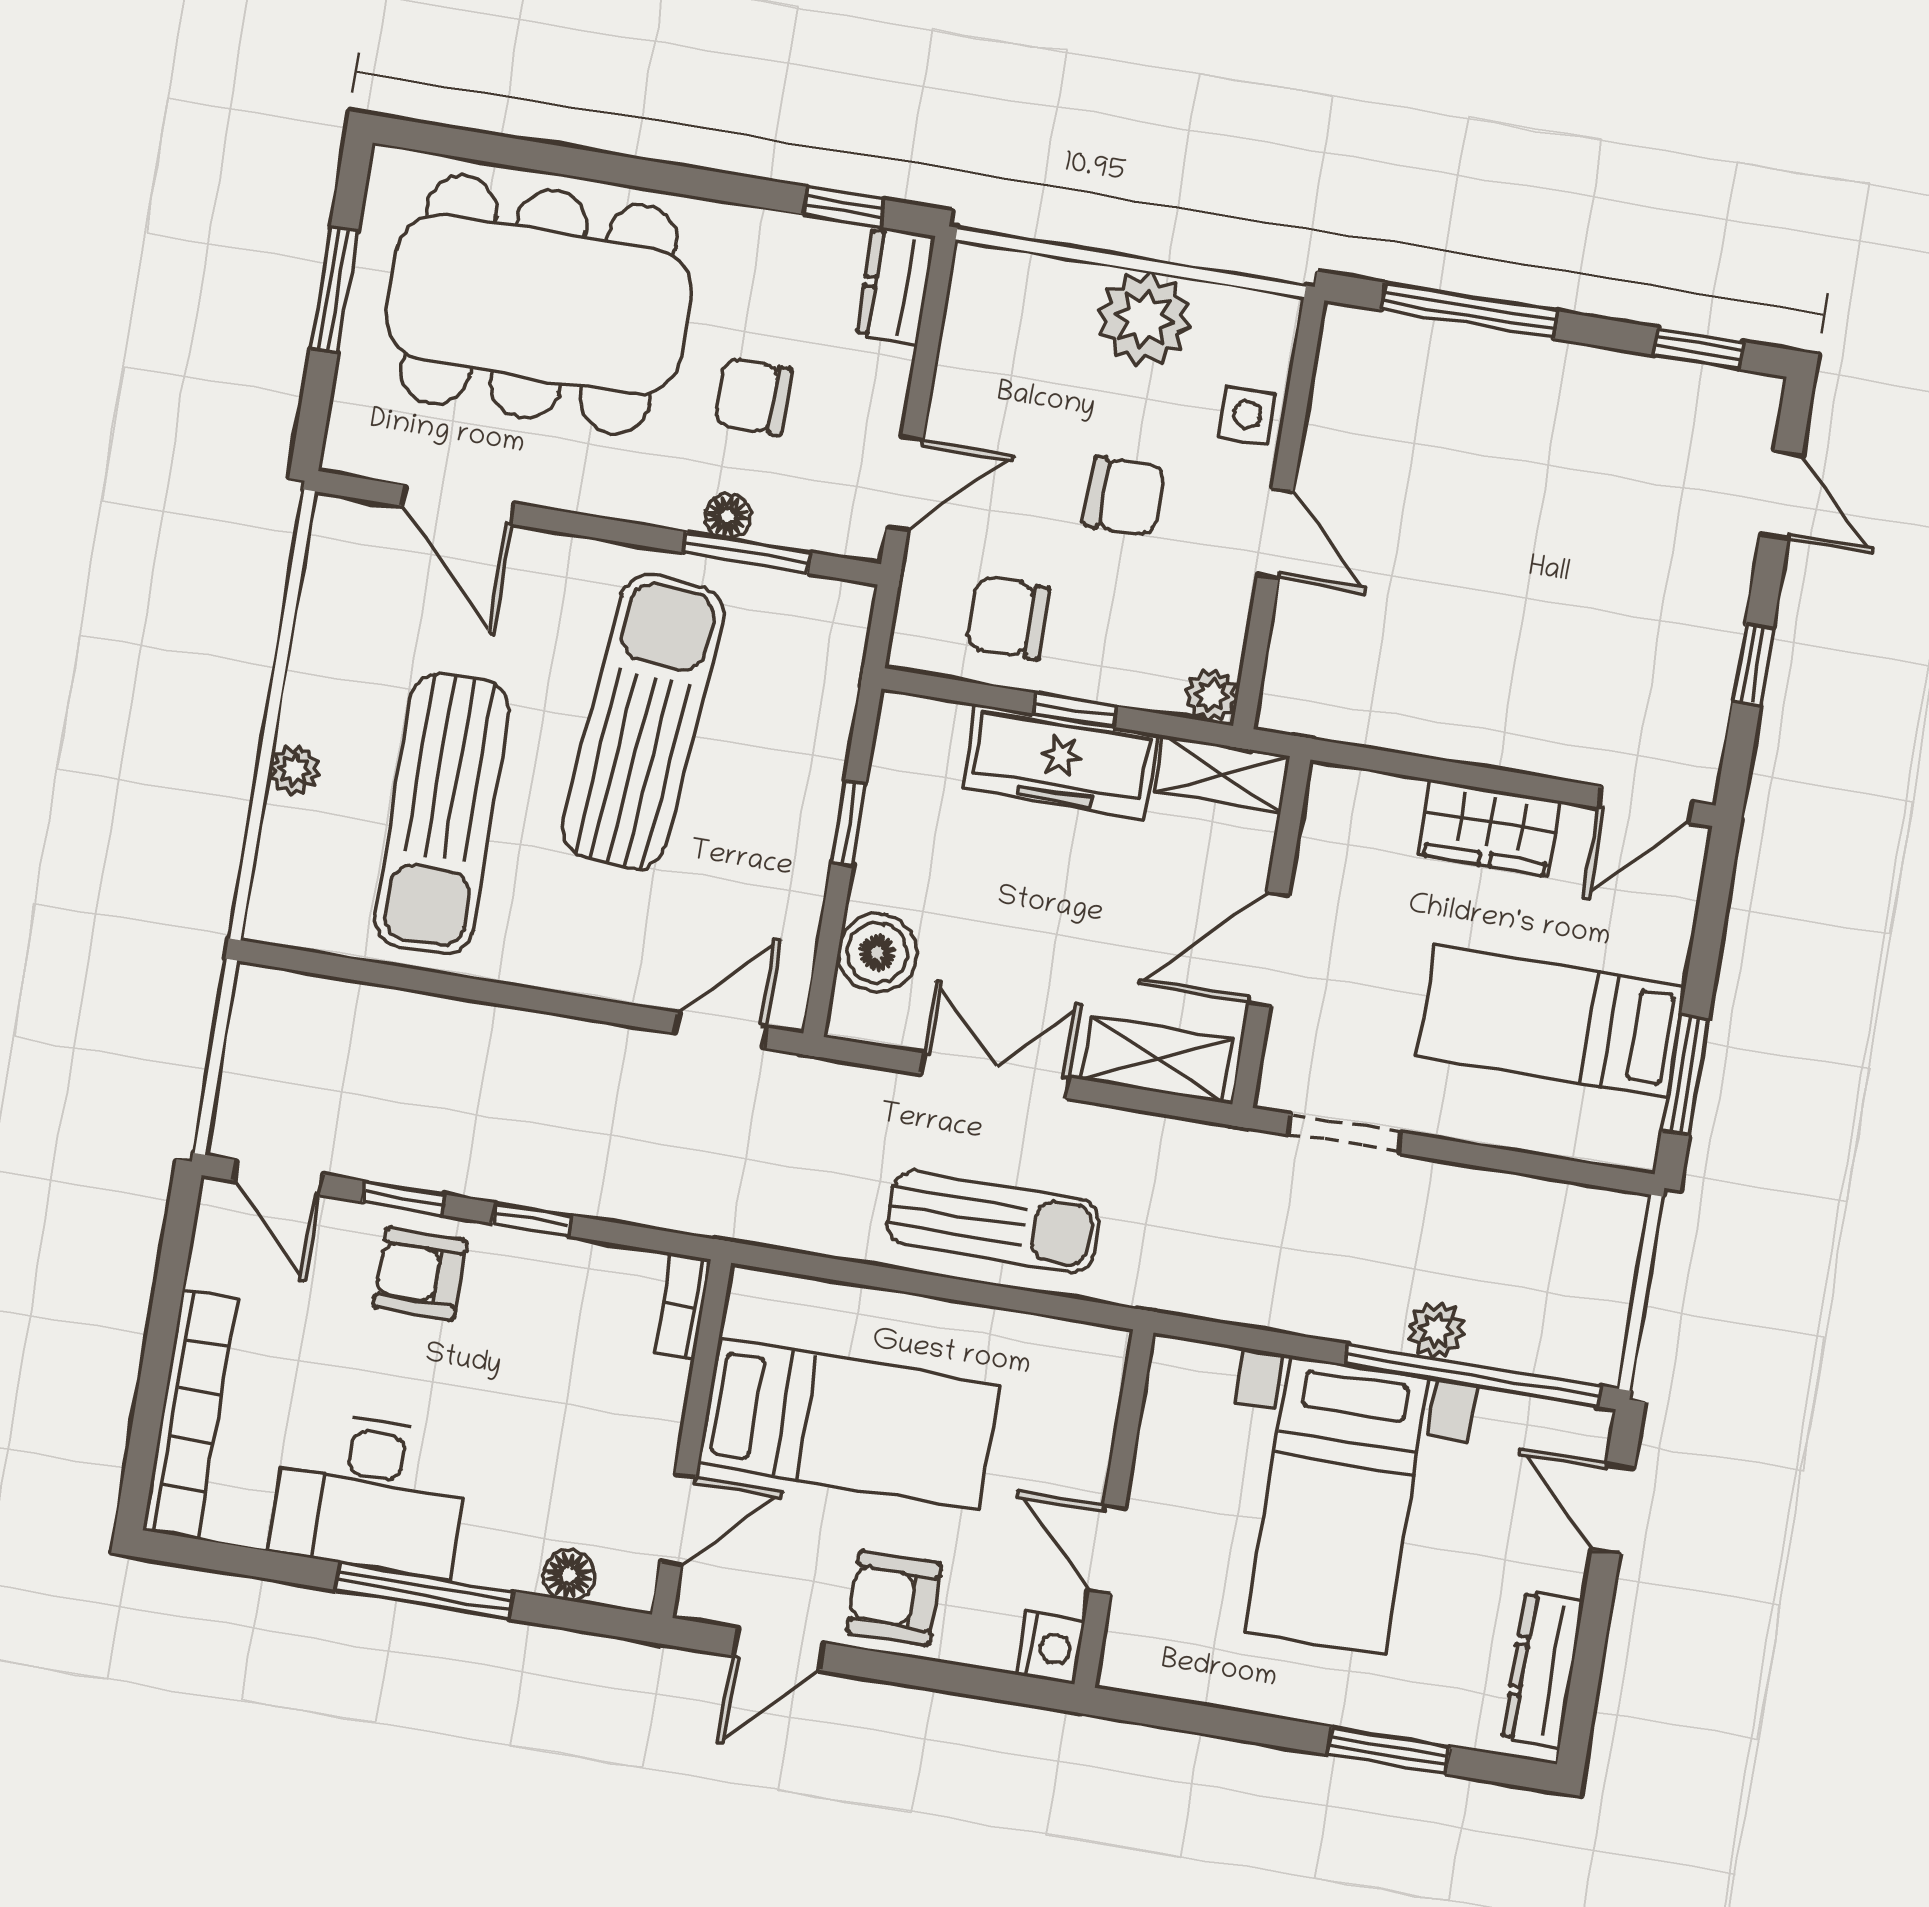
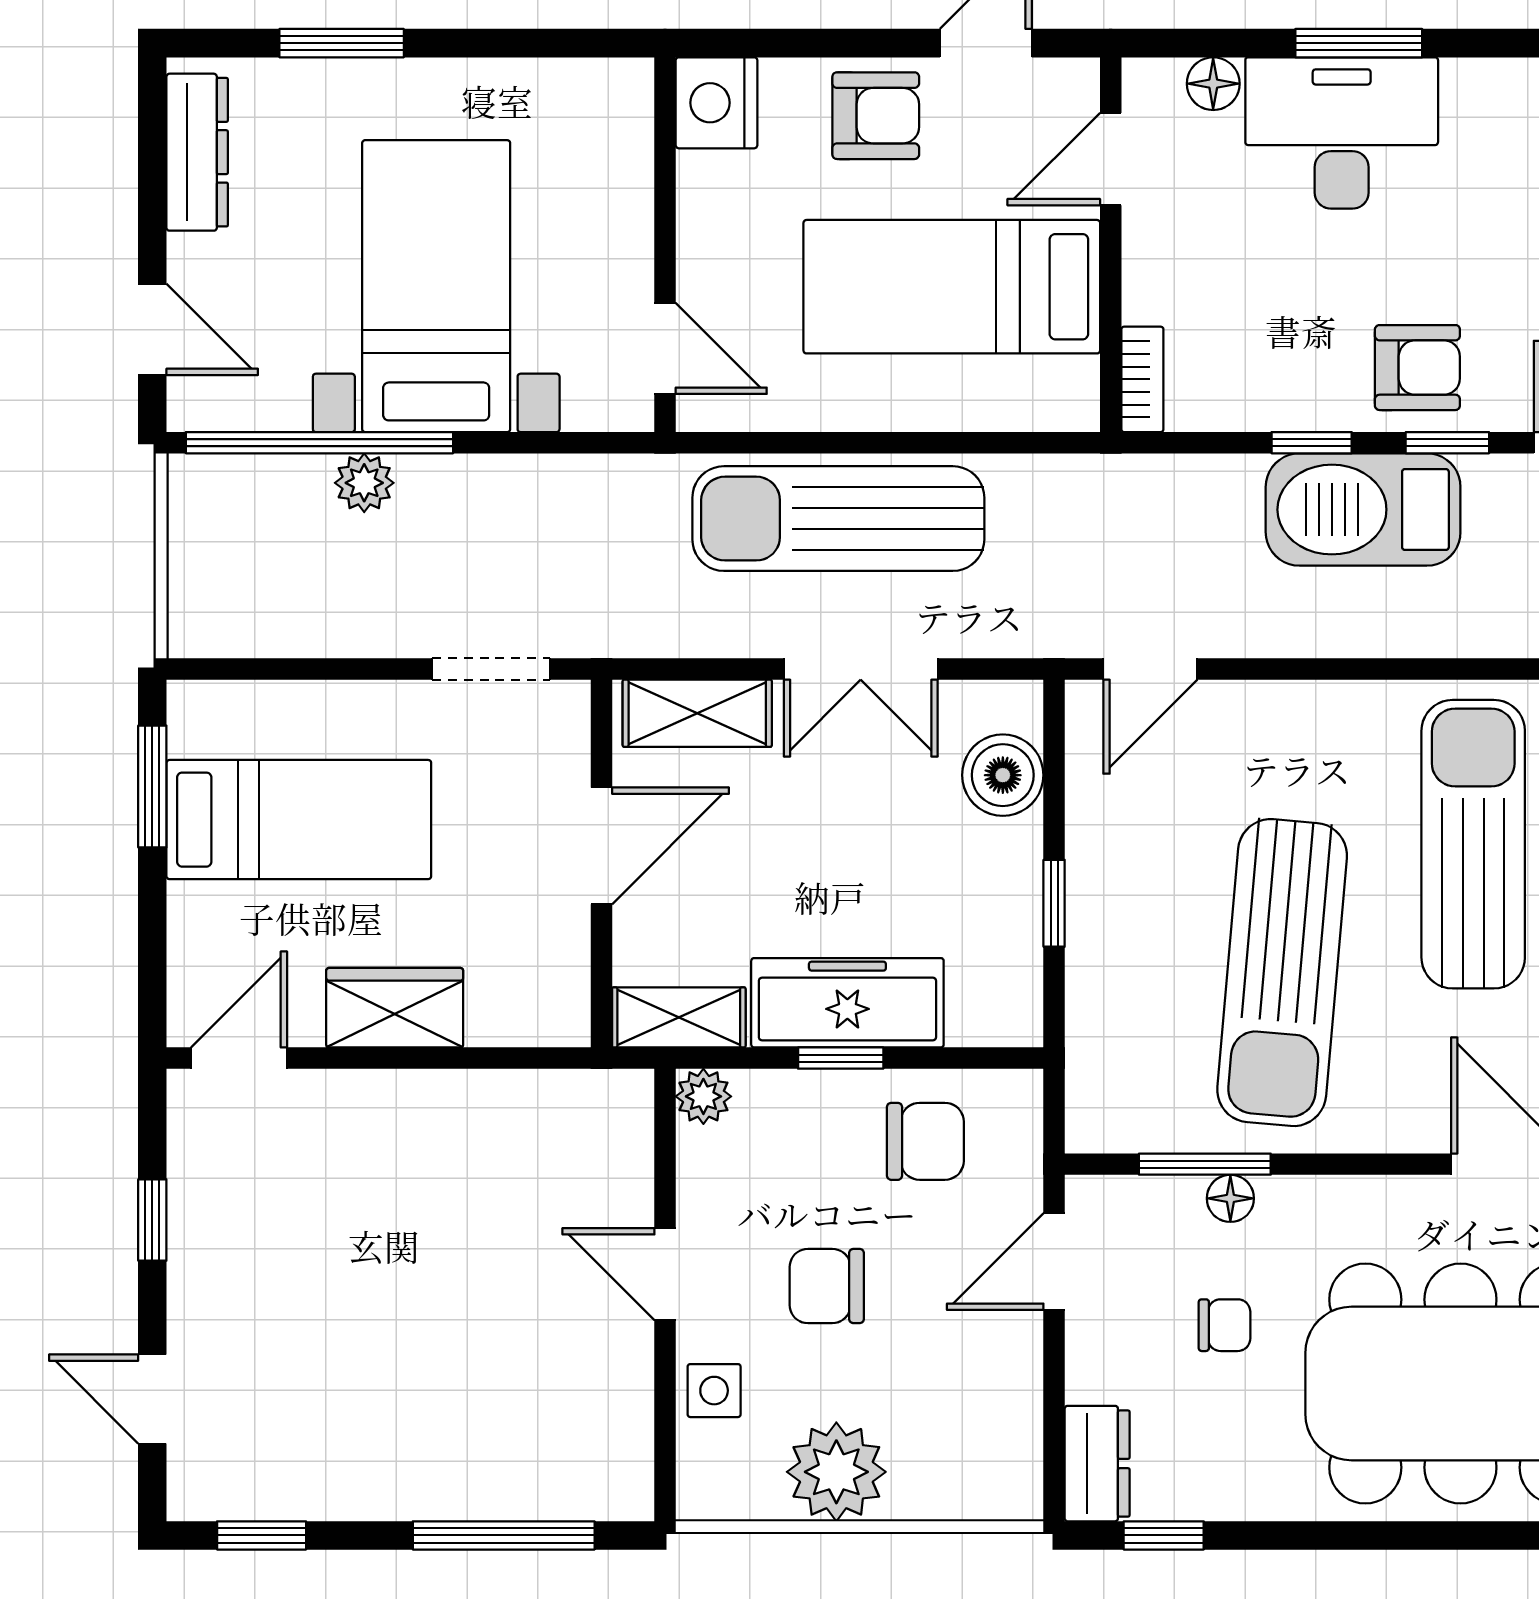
chair: (753, 397) -> (1224, 1325), width x0.73, depth x0.73
barbecue: (494, 1148) -> (1363, 510), added
sun lounger: (993, 1222) -> (838, 519), width x1.36, depth x1.34
desk: (370, 1494) -> (1342, 133), moved
door: (1107, 1550) -> (665, 348), moved
window: (425, 1591) -> (1359, 43), width x0.69
nightstand: (1051, 1648) -> (717, 103), width x1.36, depth x1.33

